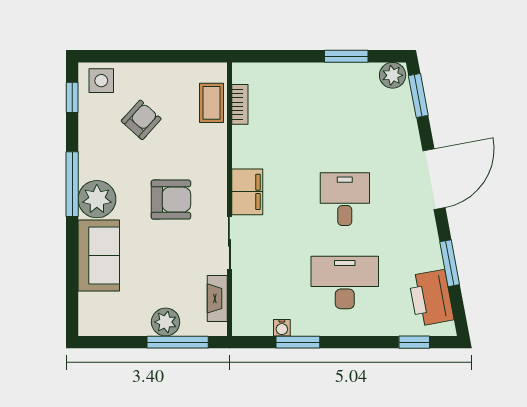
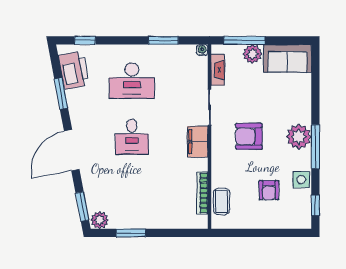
side table: (101, 81) -> (301, 180), moved
bookcase: (240, 104) -> (202, 193), width x1.56
armchair: (141, 120) -> (269, 190), turned -42
sofa: (99, 256) -> (287, 58), moved, turned -90
water cooler: (282, 328) -> (202, 50), moved

